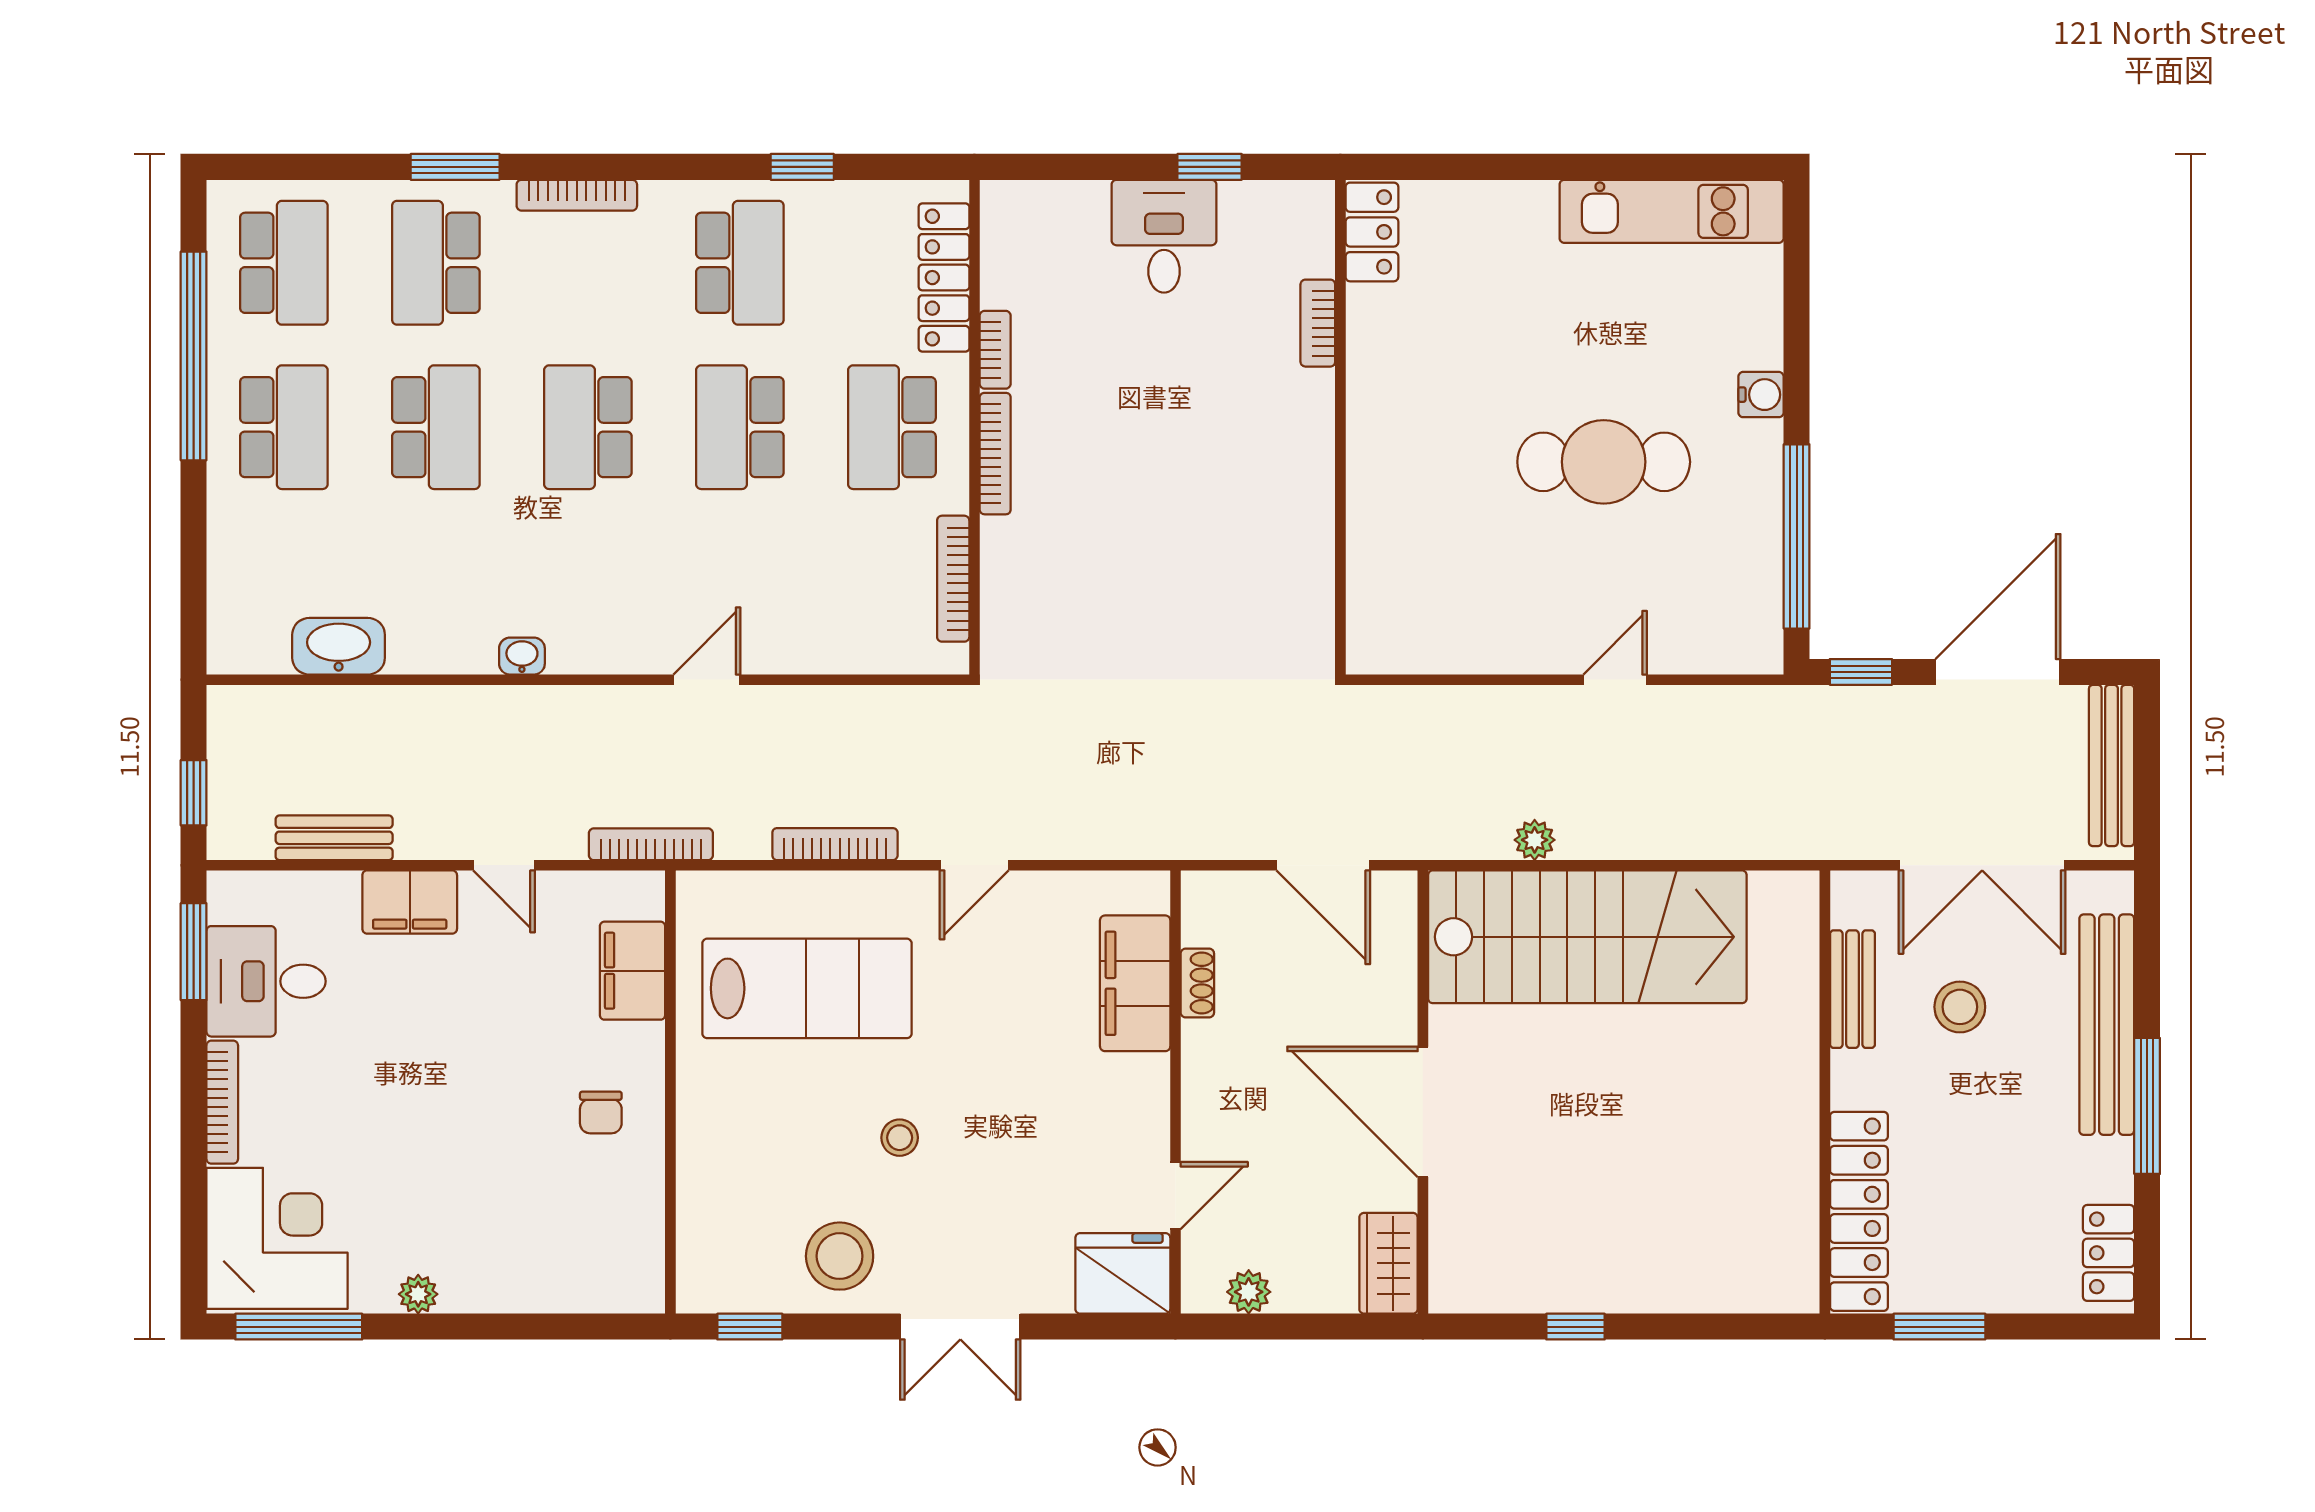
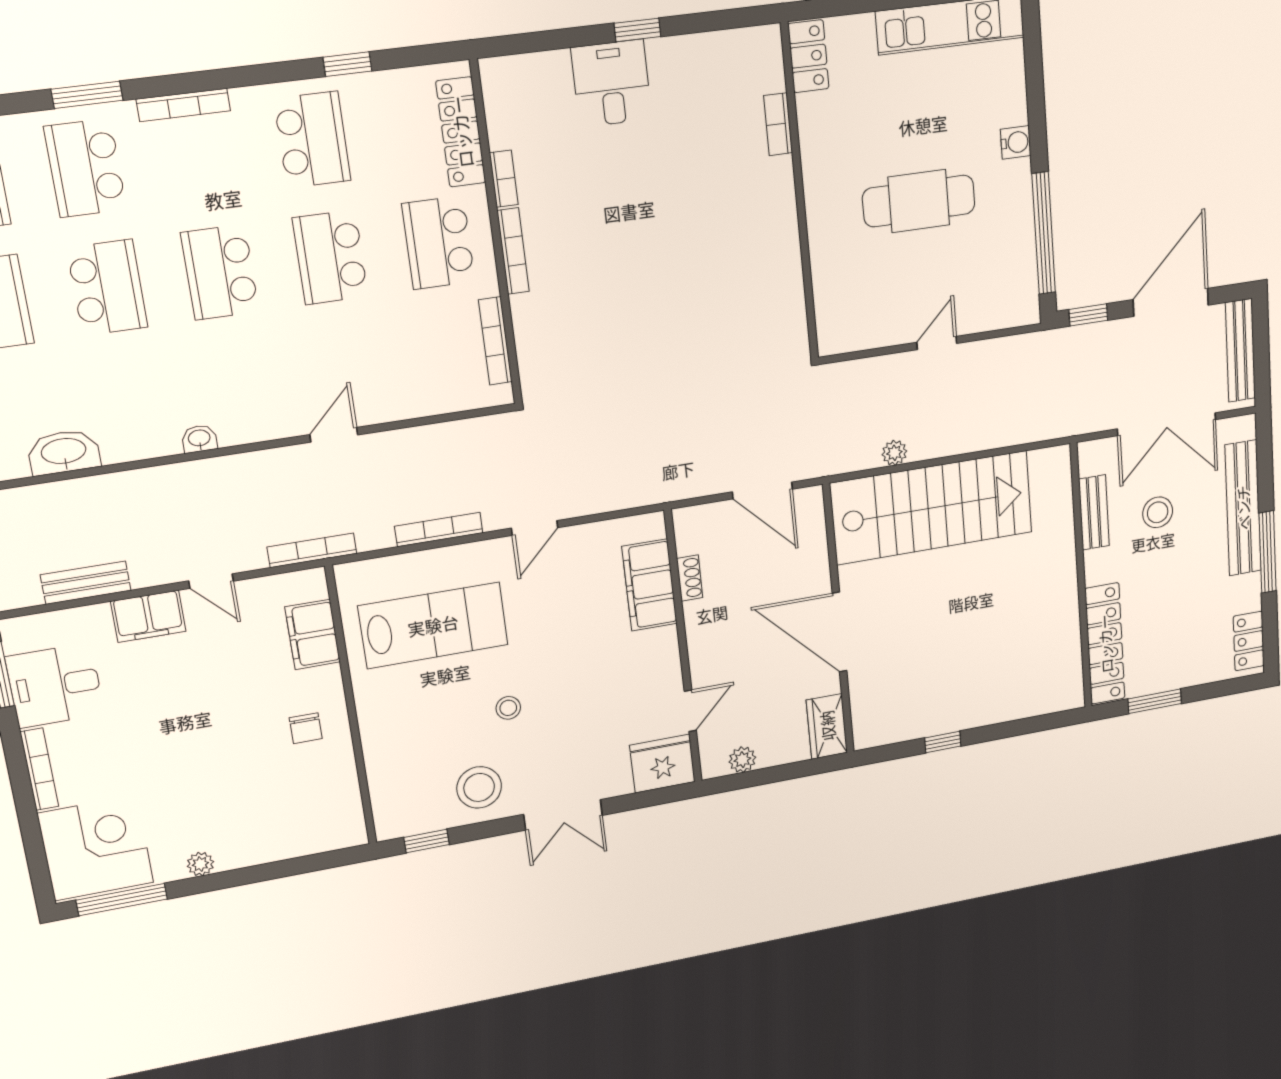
locker: (1372, 232) -> (808, 56), moved
bookcase: (1318, 323) -> (778, 124), moved
wall: (1340, 427) -> (800, 194), moved

